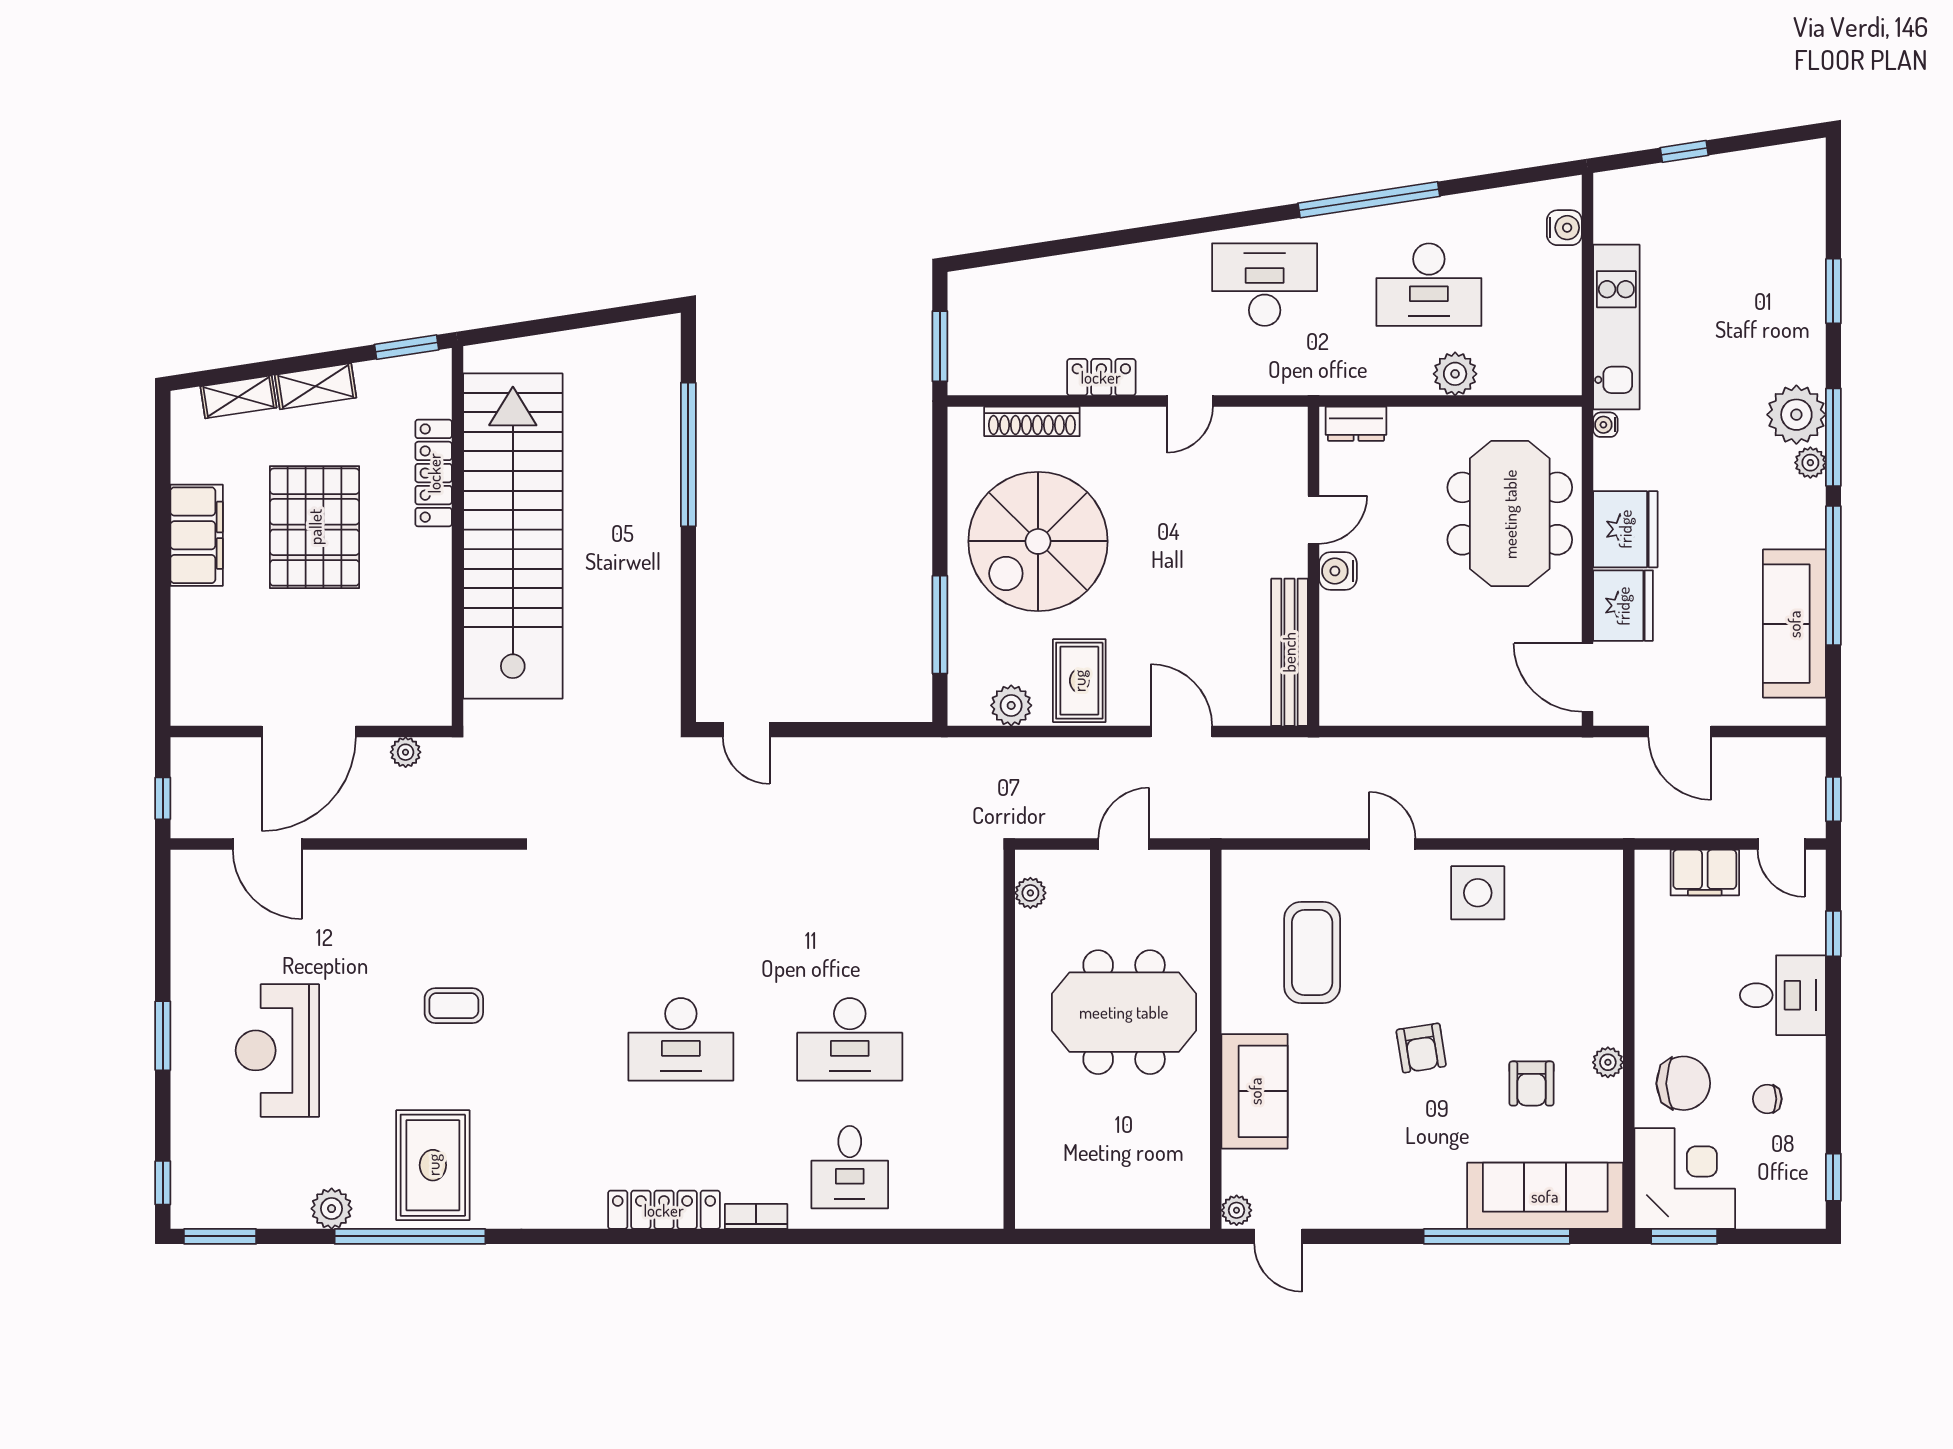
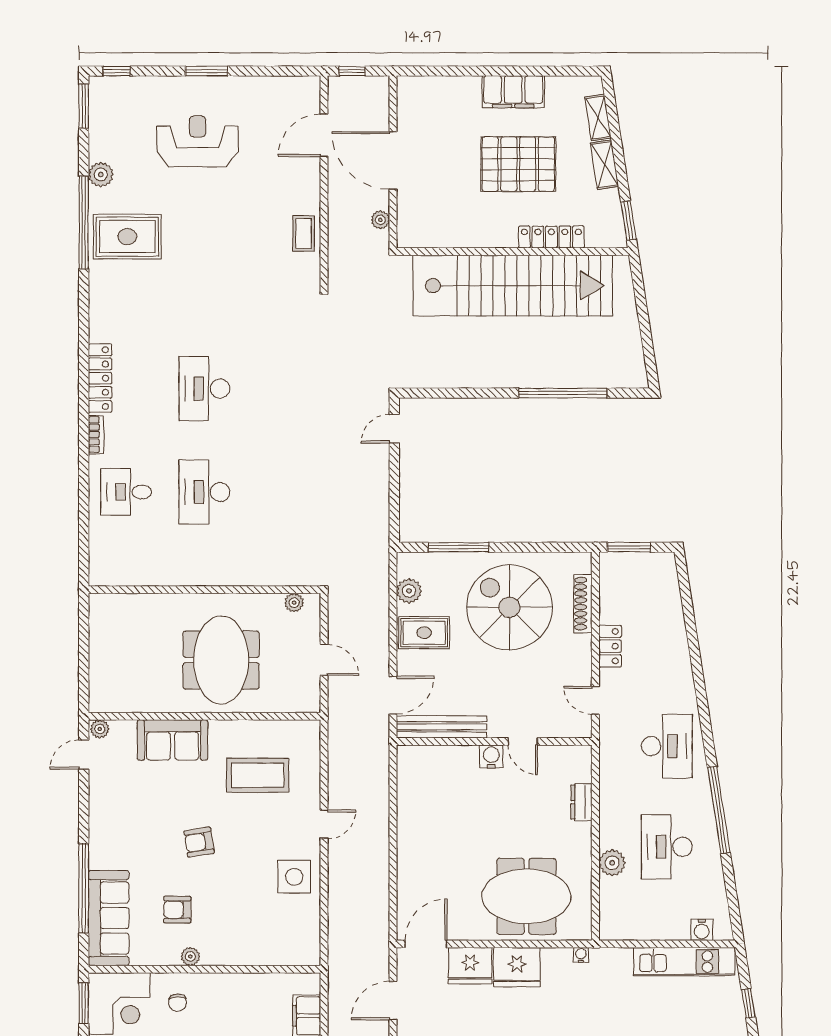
kitchen unit: (1616, 327) -> (684, 962), moved
door: (1313, 520) -> (523, 742), moved
wall: (1313, 566) -> (494, 742), moved
water cooler: (1338, 571) -> (491, 757), moved
bench: (1289, 652) -> (442, 727), moved
coffee table: (454, 1006) -> (304, 233), moved
chair: (1683, 1083) -> (178, 1003), width x0.54, depth x0.54

